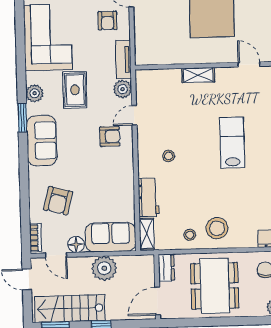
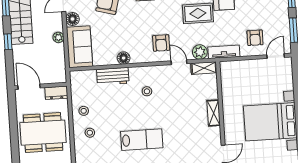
armchair: (107, 21) -> (255, 38), turned -90
lab bench: (232, 143) -> (142, 140), moved
floor lamp: (127, 183) -> (124, 58), added
stool: (217, 228) -> (90, 133), width x0.53, depth x0.53
shelving: (147, 234) -> (204, 68), moved
plant: (104, 268) -> (58, 37), width x0.53, depth x0.53

